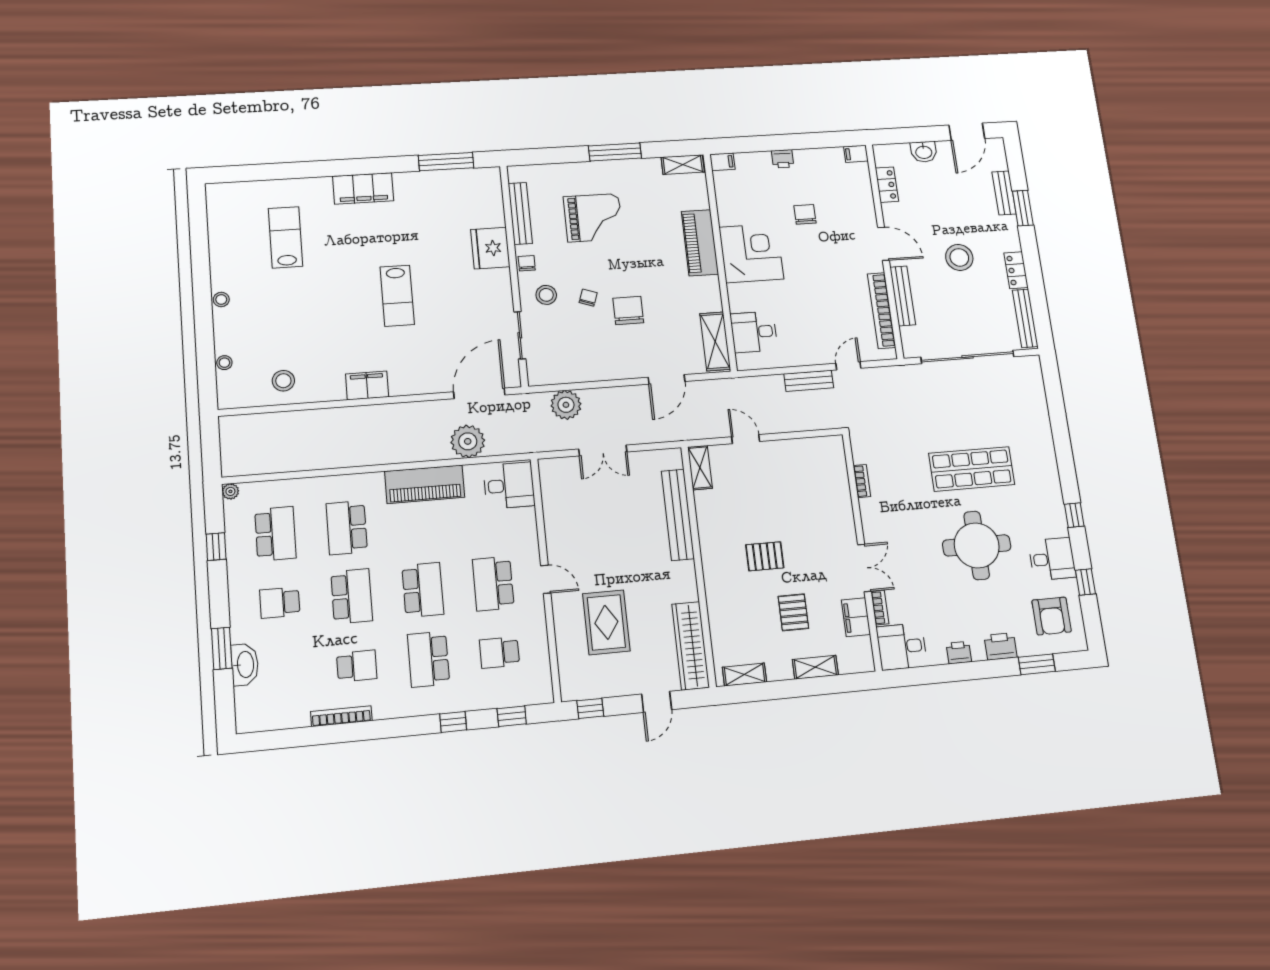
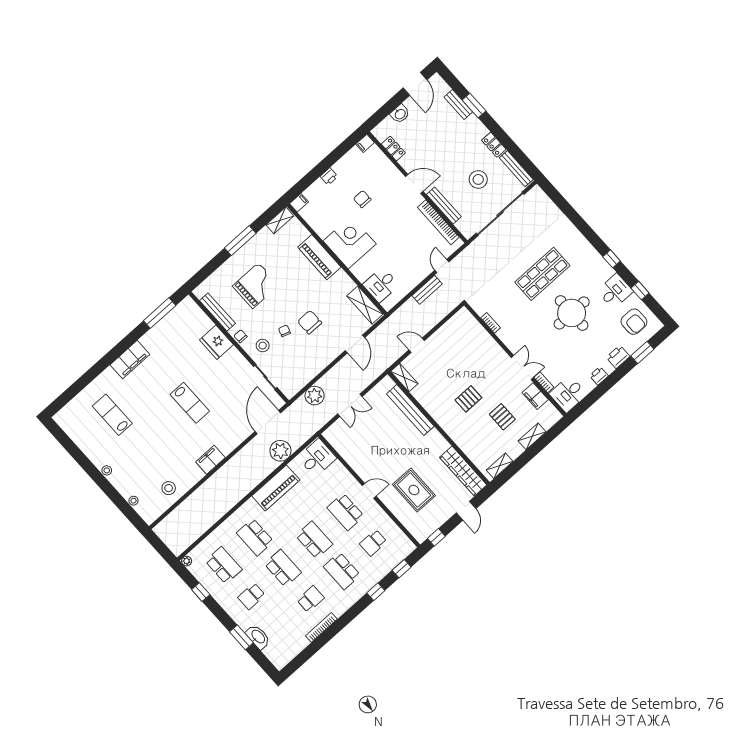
stool: (959, 257) -> (478, 179), moved

